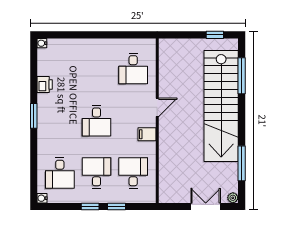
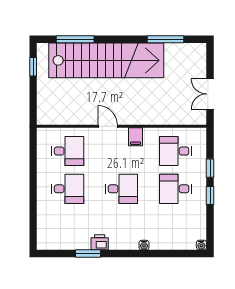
water cooler: (42, 43) -> (144, 245), moved
printer: (45, 85) -> (100, 242), moved
window: (34, 116) -> (88, 254), moved
desk: (60, 173) -> (68, 189), moved
plant: (233, 198) -> (201, 48), removed
double door: (206, 207) -> (210, 94), moved

